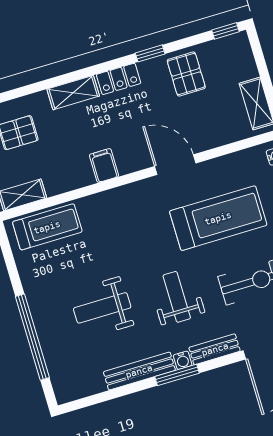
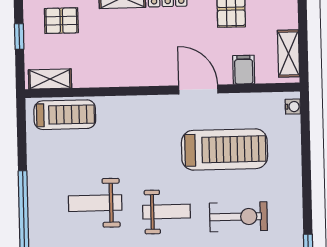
filing cabinet: (104, 165) -> (244, 70), moved
weight bench: (177, 297) -> (167, 212), turned 90

